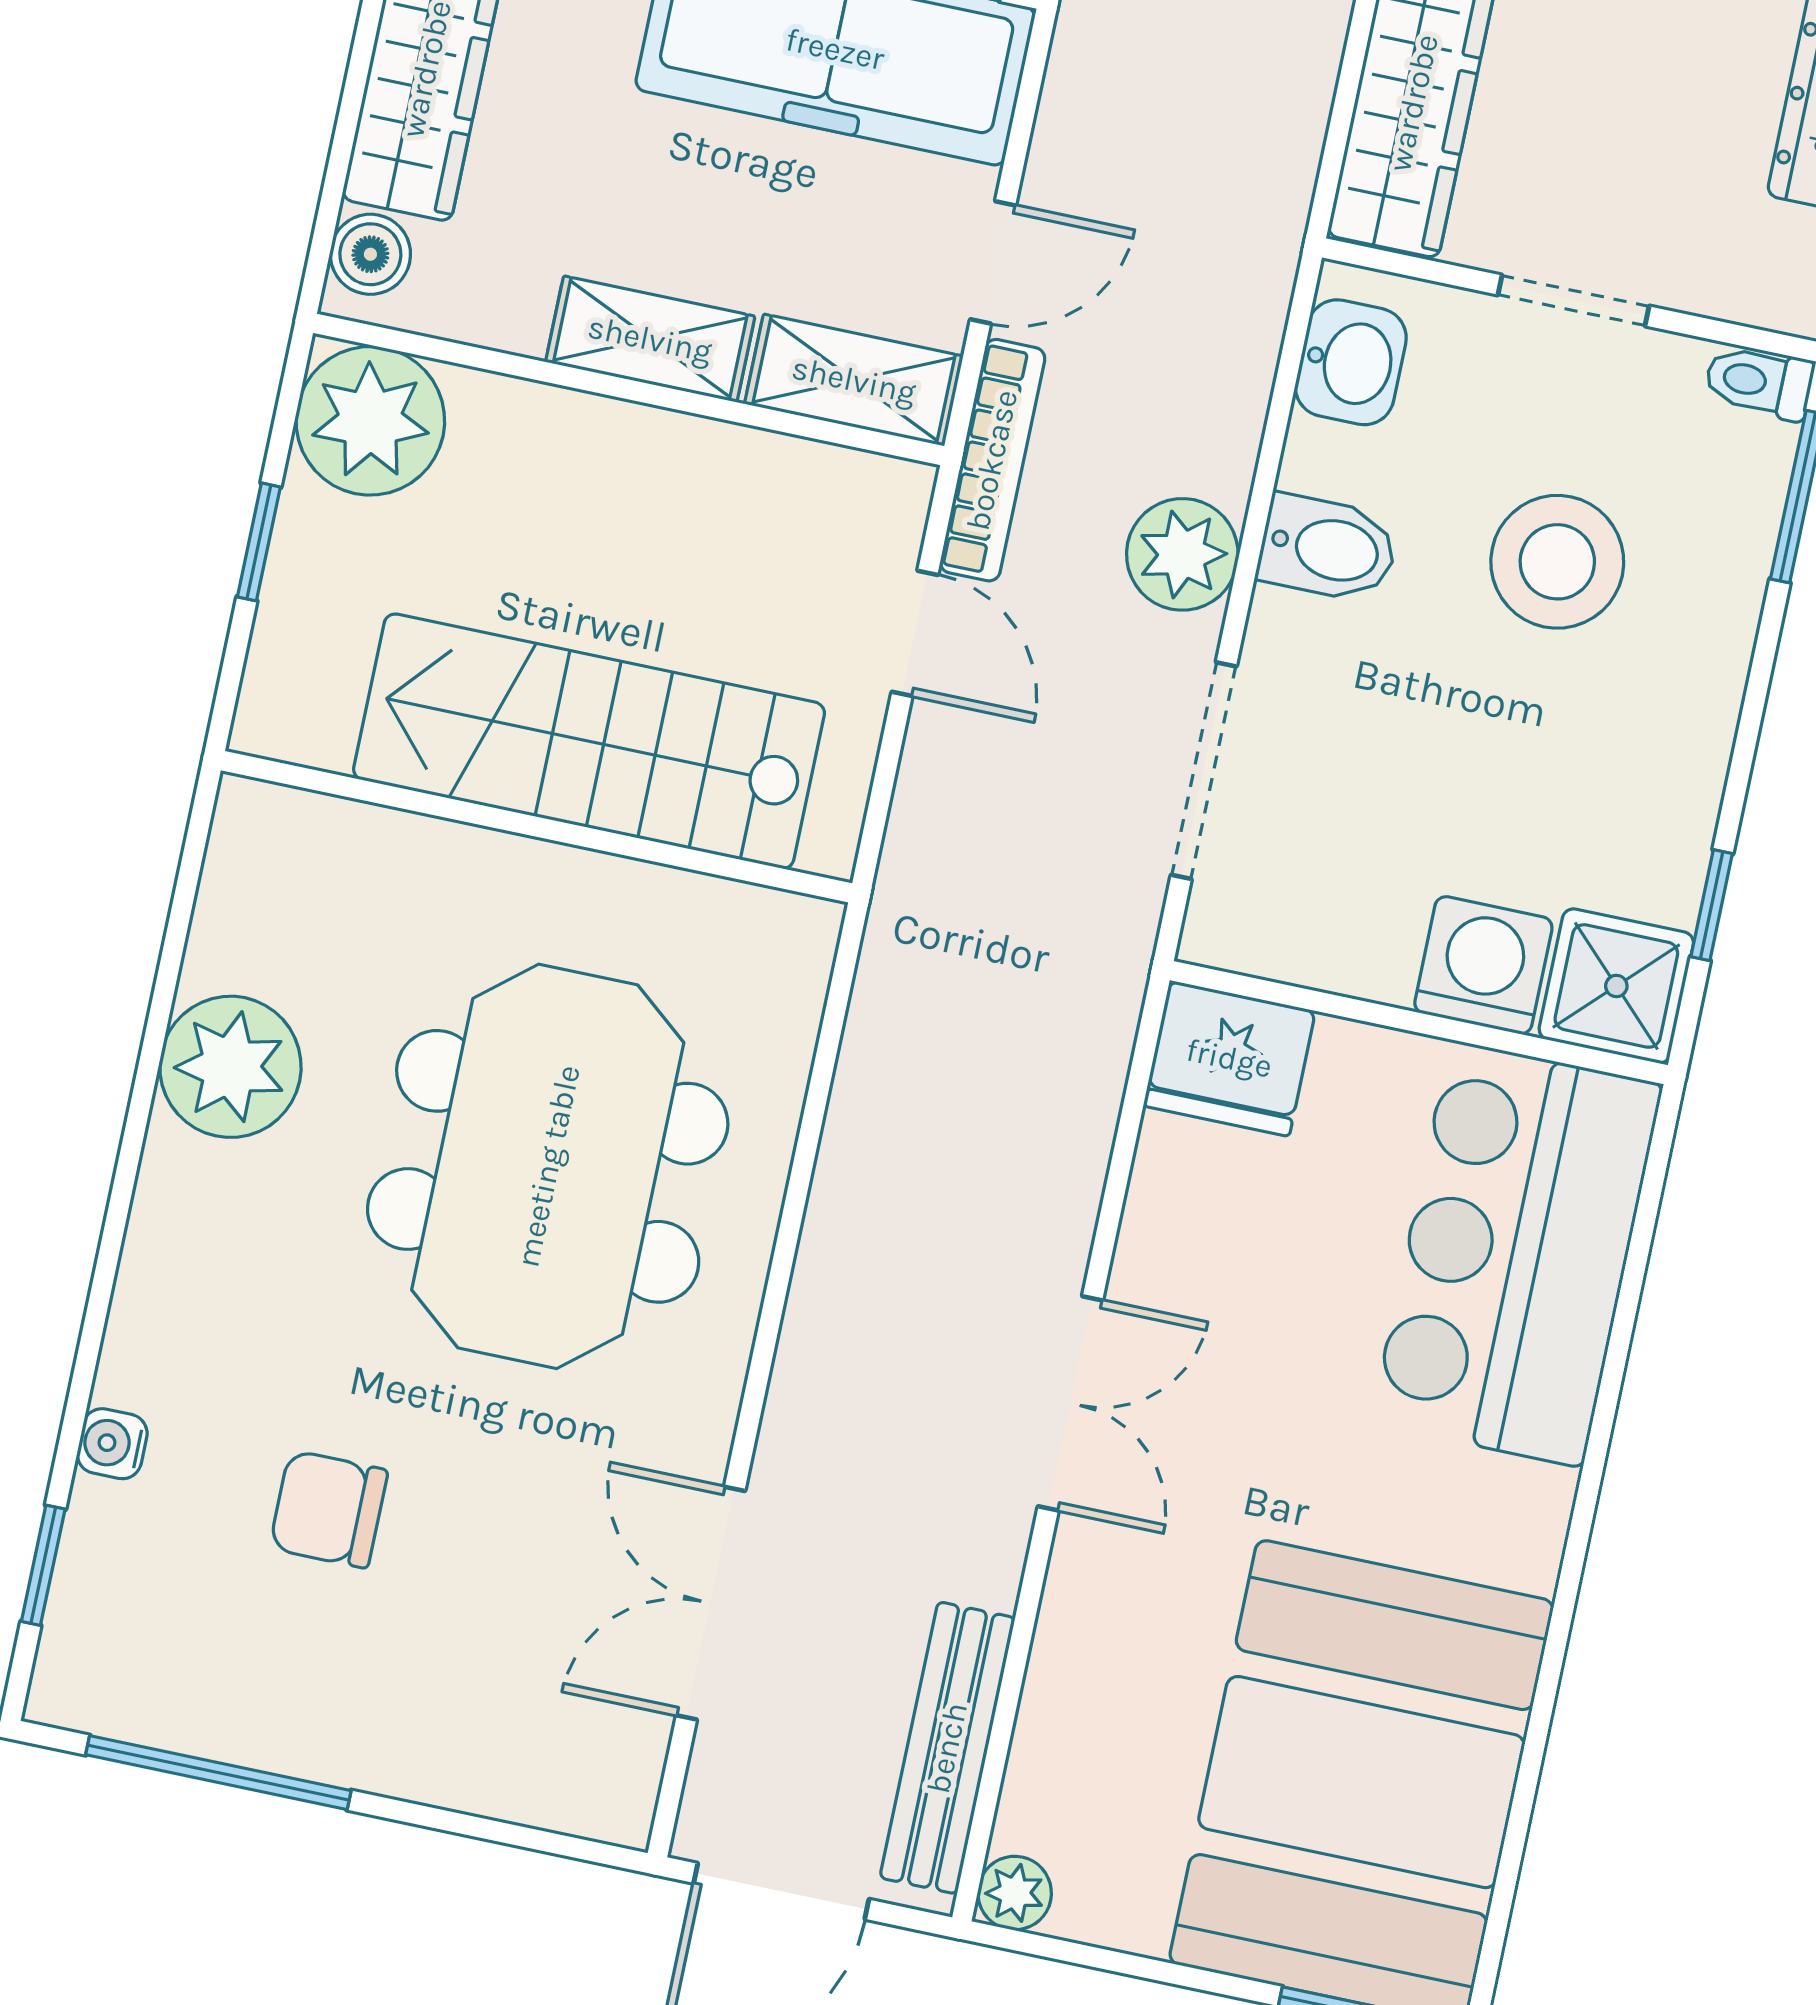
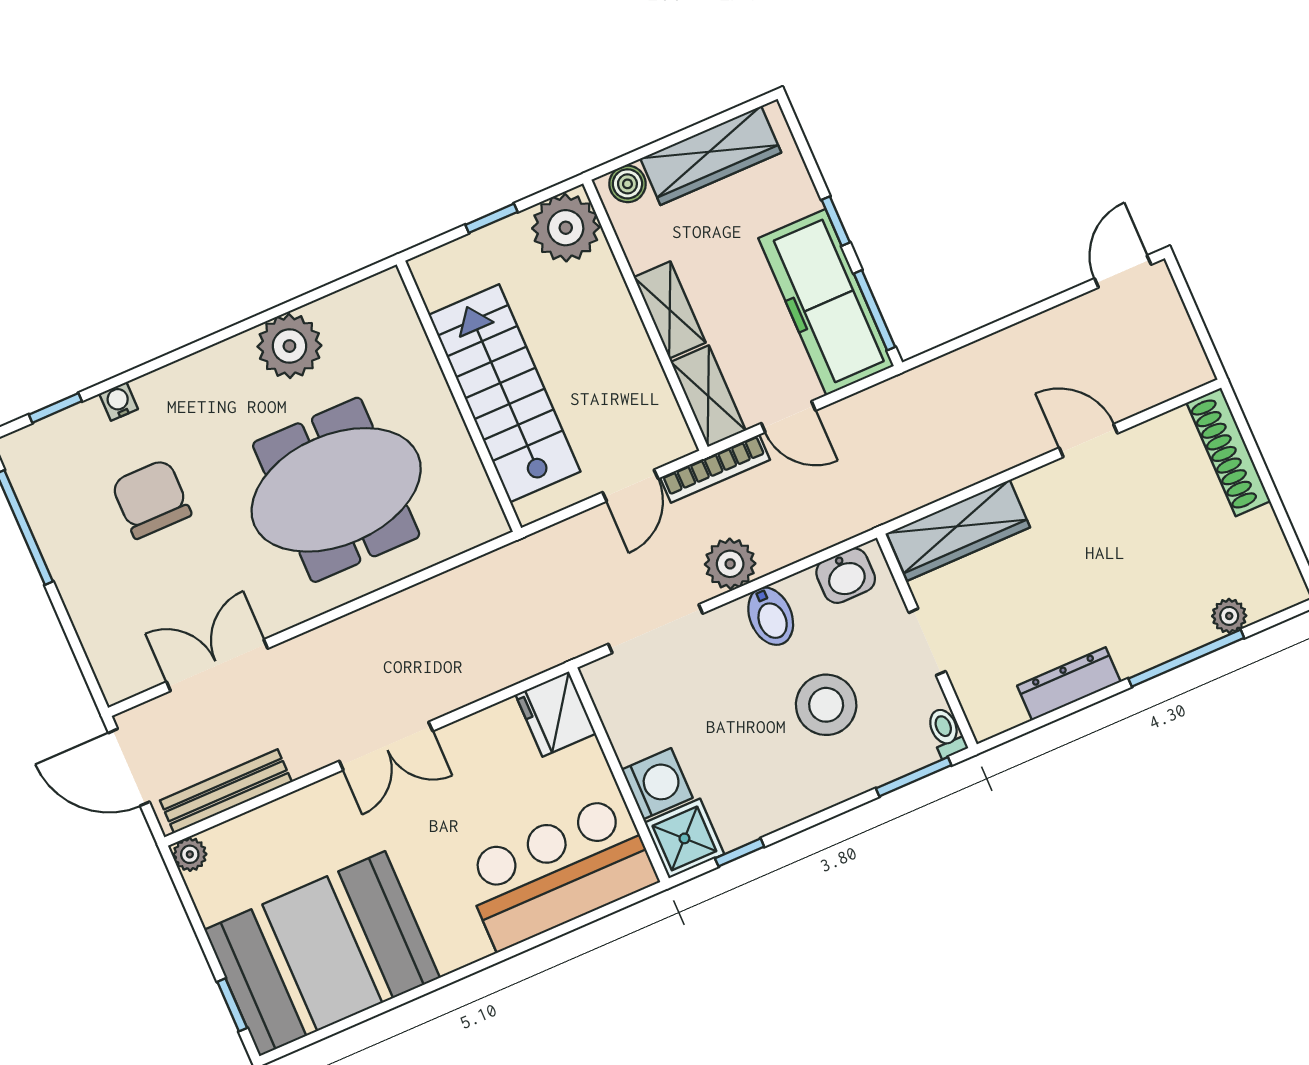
chair: (329, 1509) -> (151, 499), width x1.37, depth x1.37

